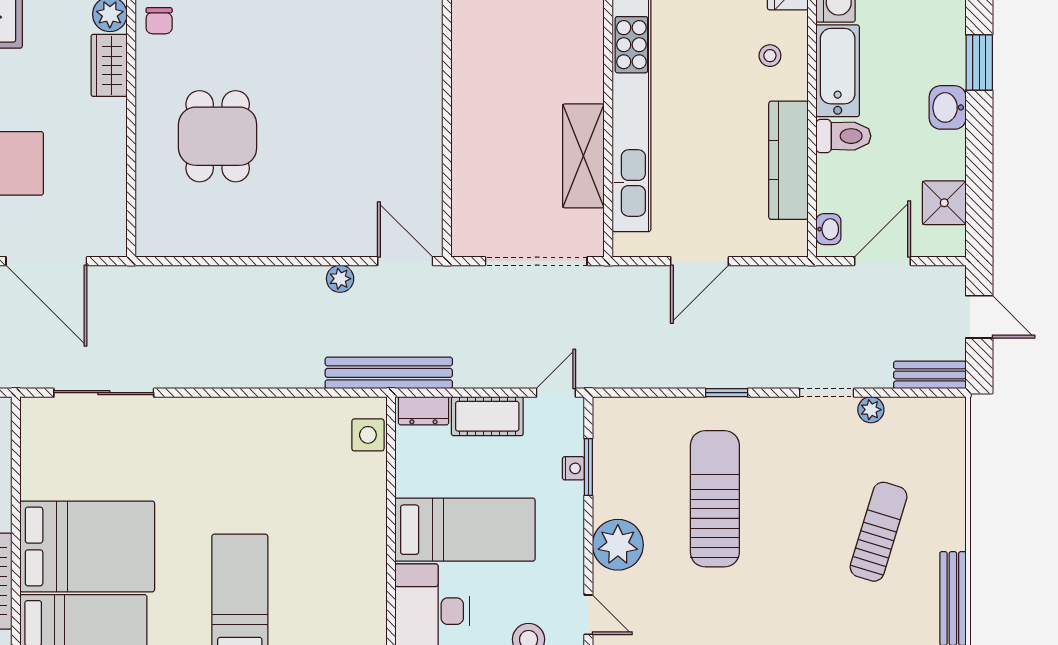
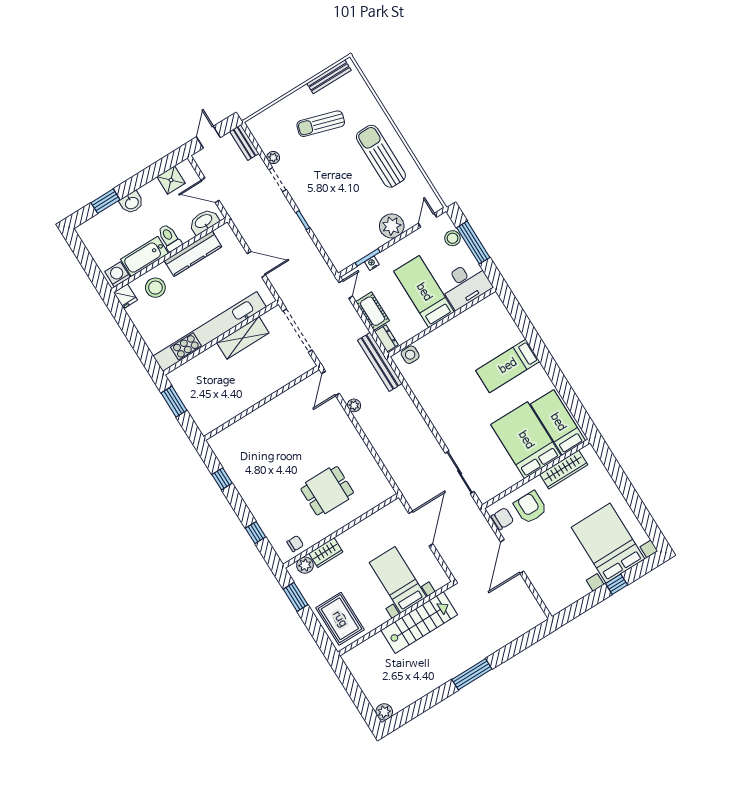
stool: (770, 56) -> (155, 288), width x1.89, depth x1.89
washbasin: (828, 229) -> (204, 221), width x1.91, depth x1.45
door: (556, 393) -> (346, 289), swing flipped
sun lounger: (715, 499) -> (381, 156), moved, turned 90

